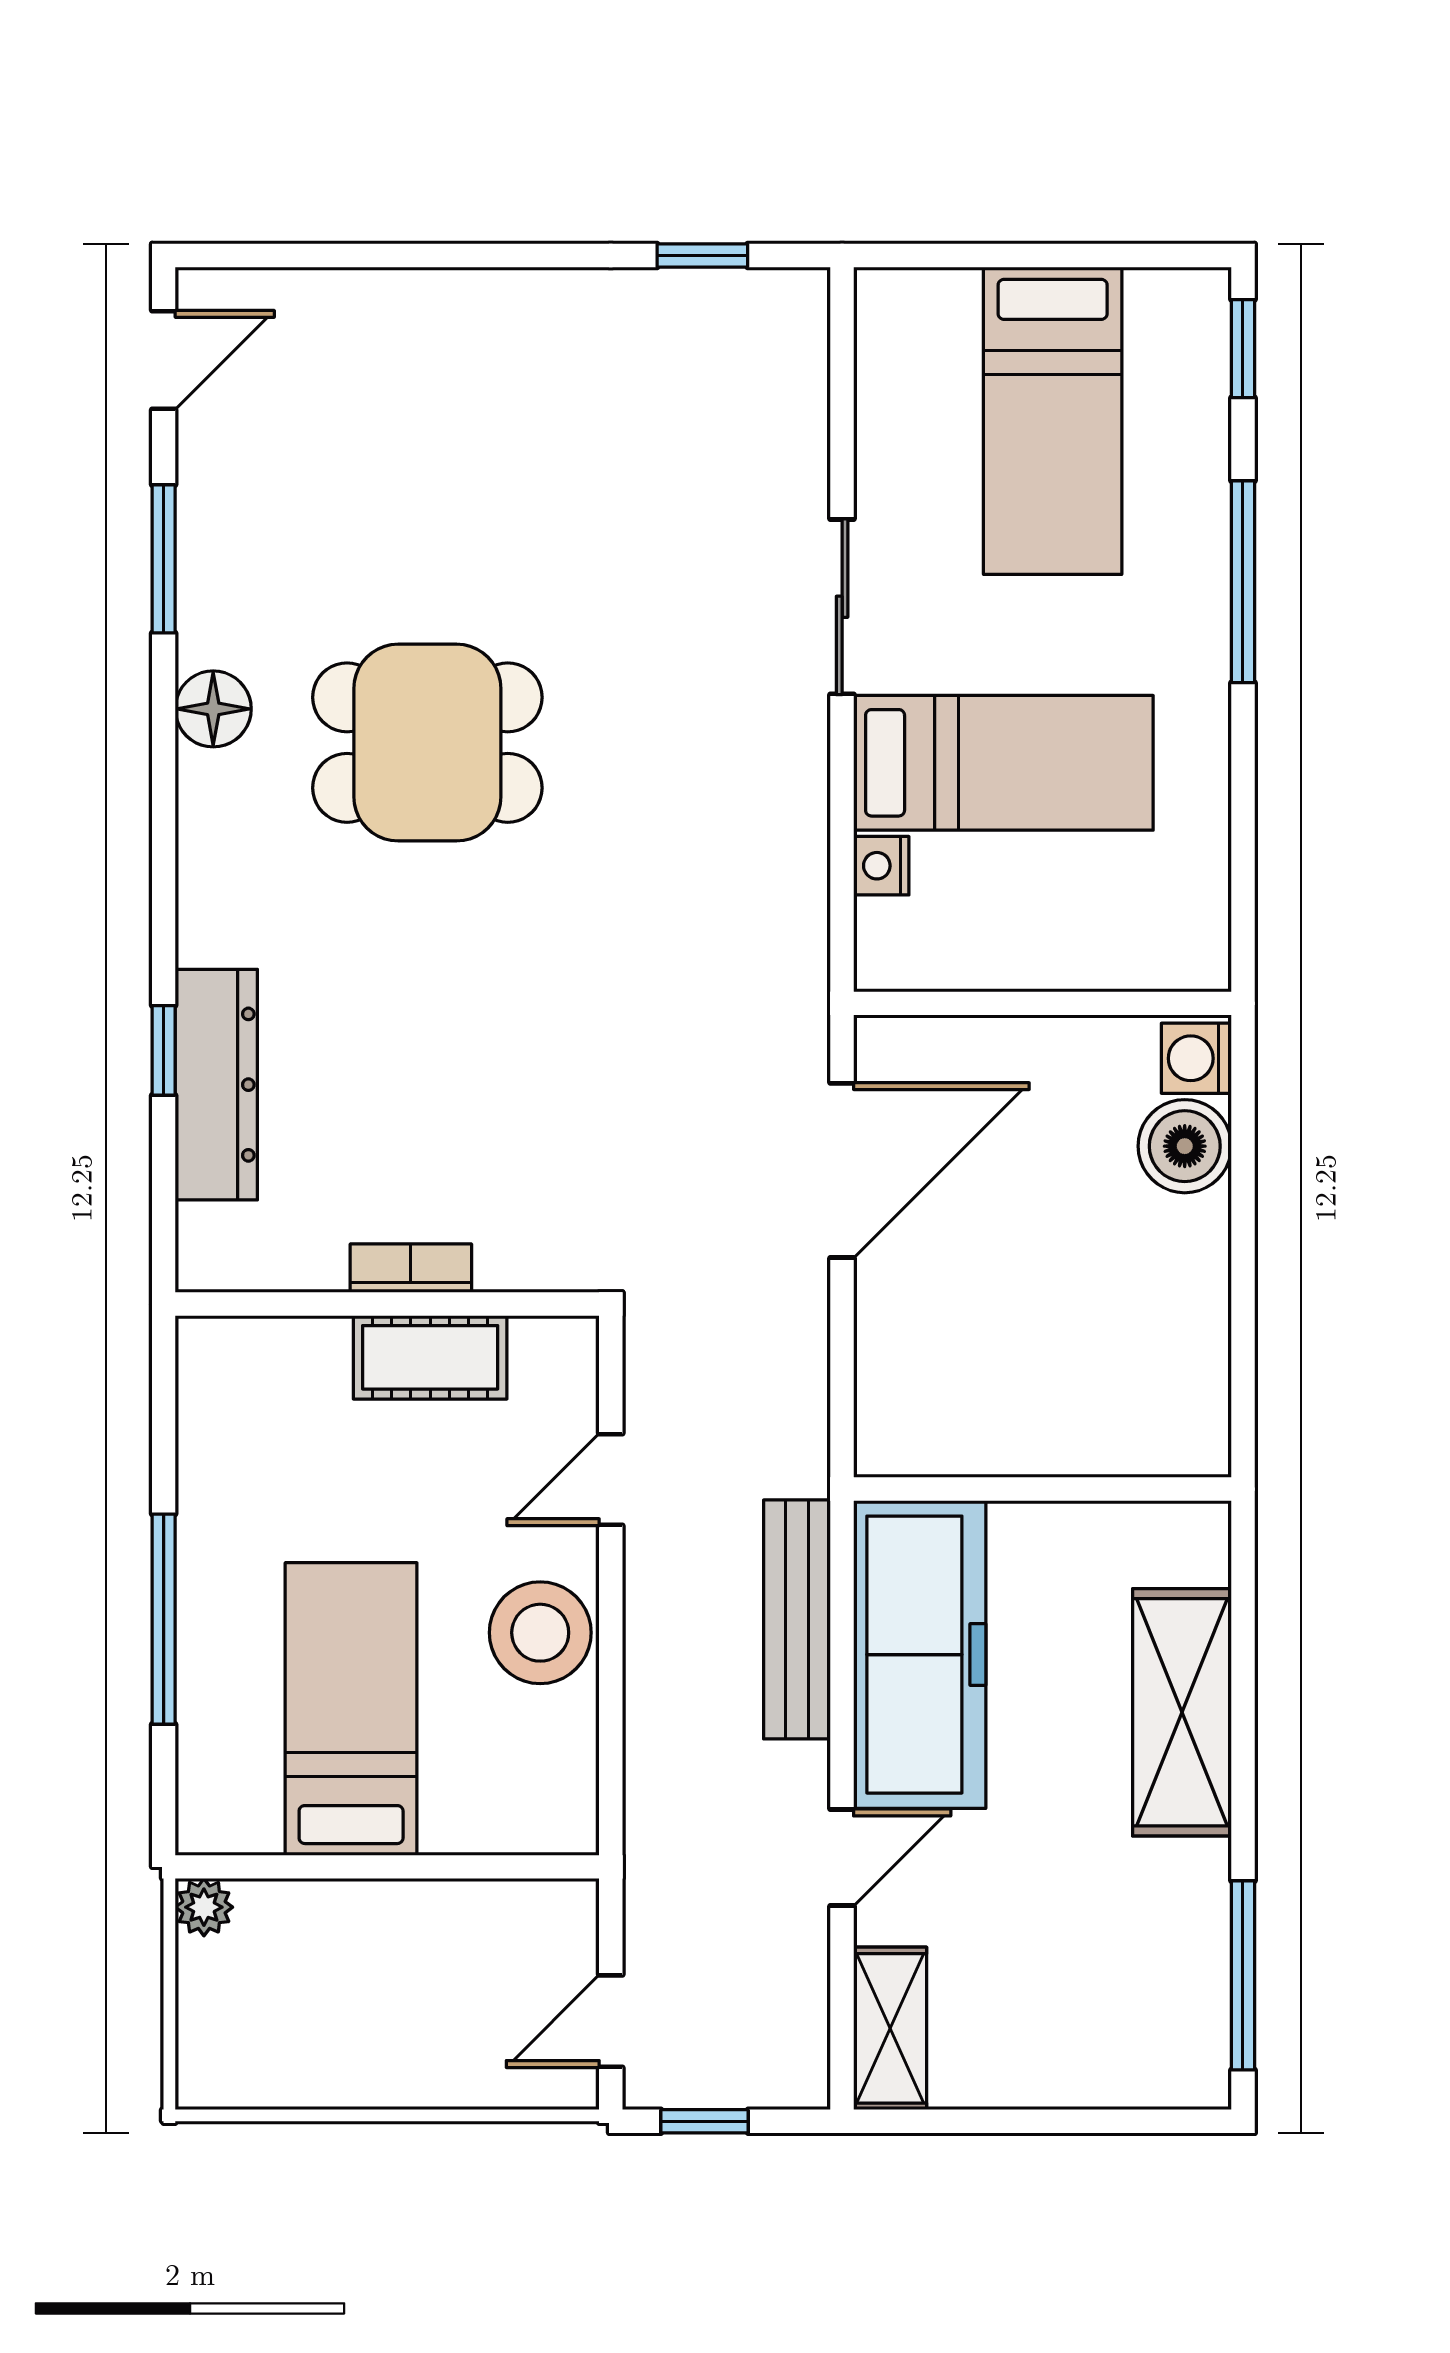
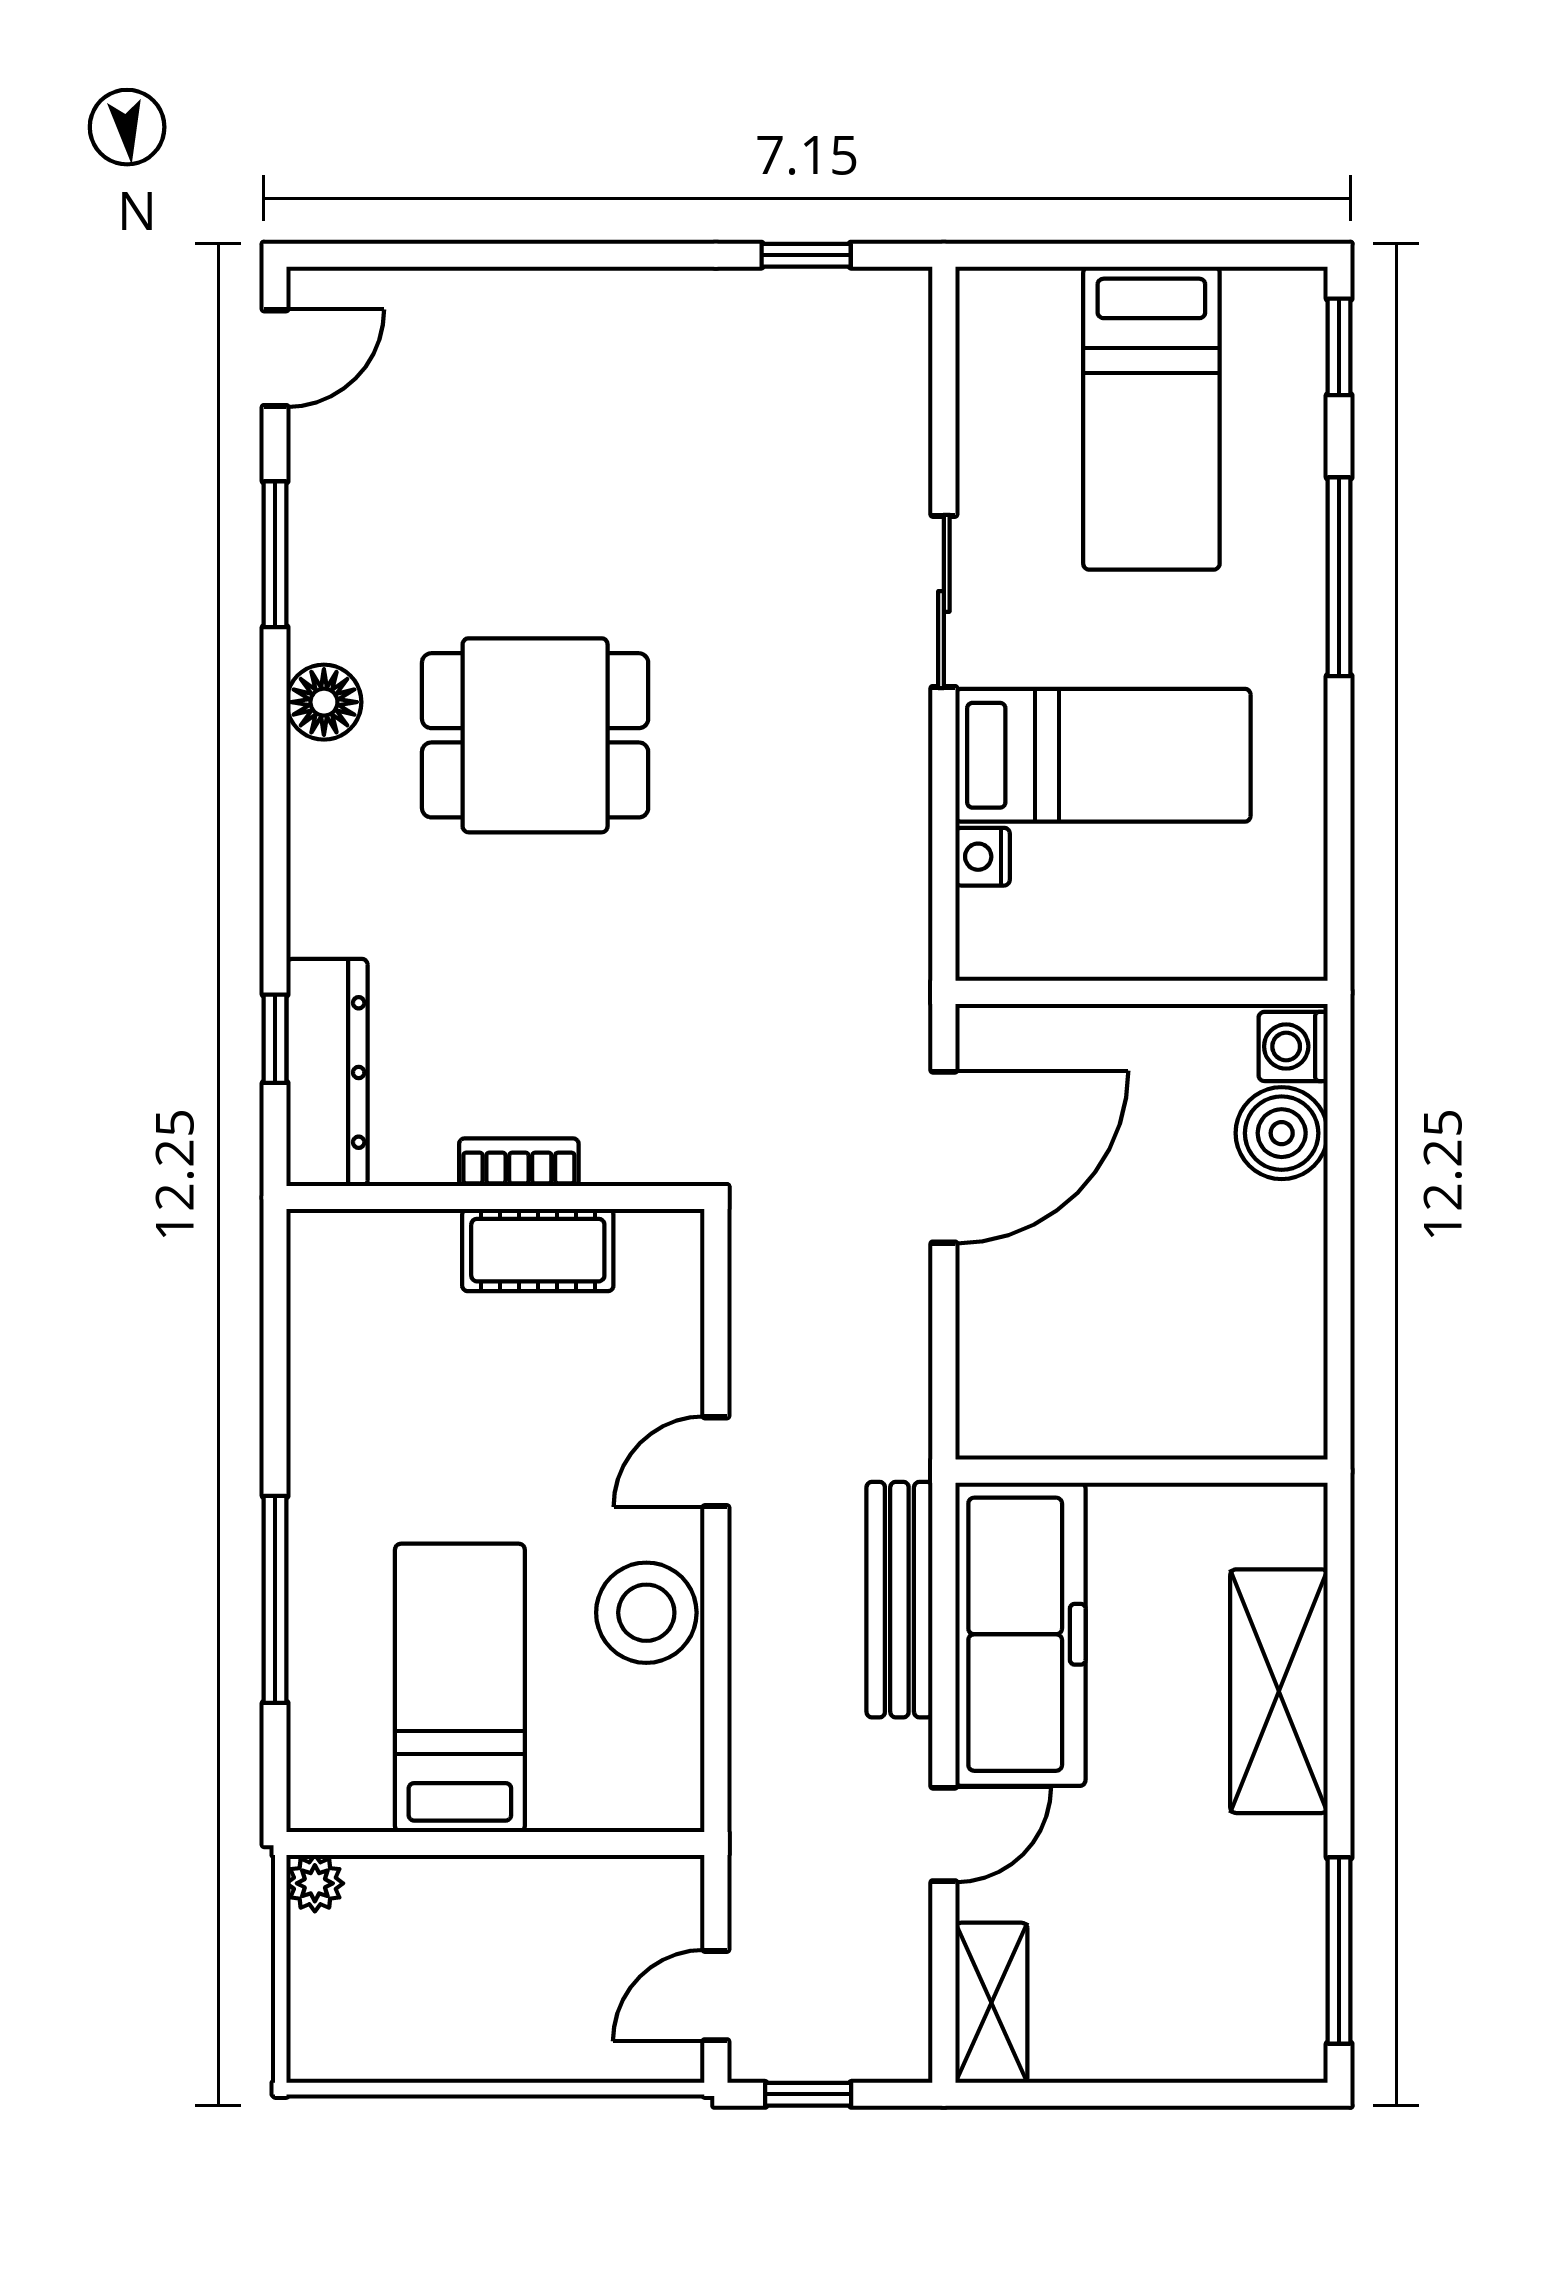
bookcase: (411, 1268) -> (519, 1162), moved
wall: (387, 1304) -> (495, 1198), moved
cot: (430, 1357) -> (538, 1250), moved

